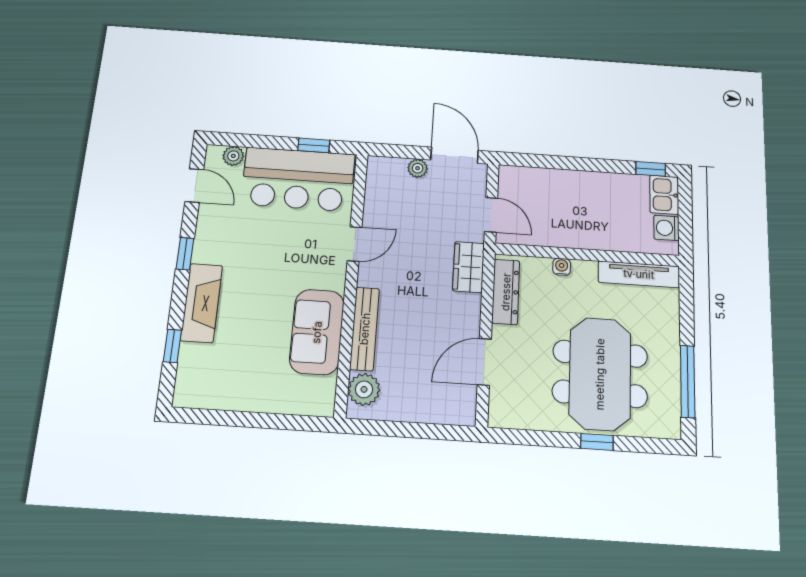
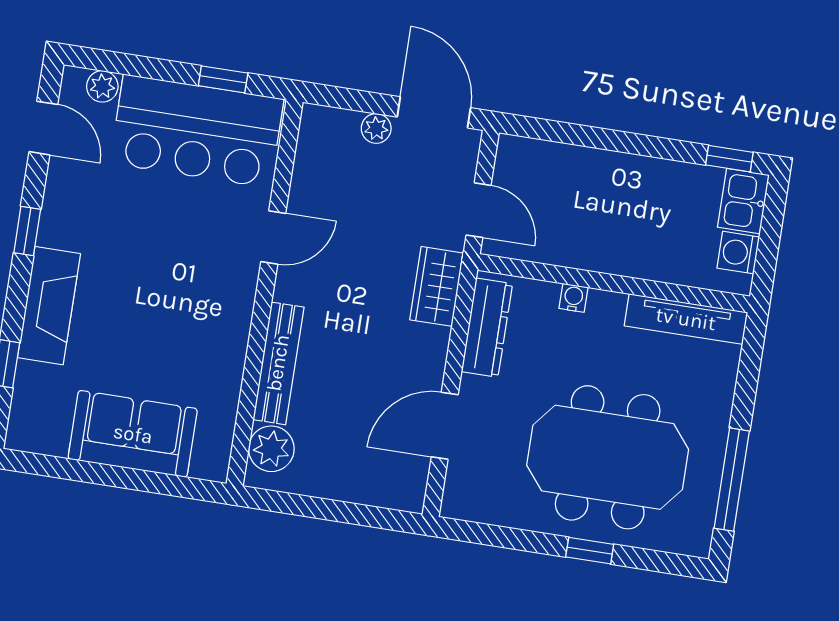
sofa: (317, 332) -> (133, 434), moved, turned 90
meeting table: (600, 374) -> (608, 457), turned 90

